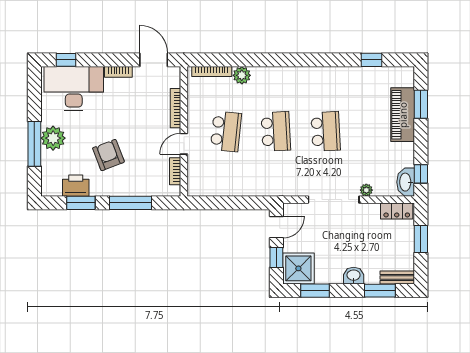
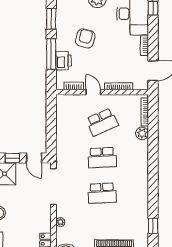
school desk: (226, 131) -> (102, 122), turned -30
armchair: (108, 155) -> (85, 38), turned -55
printer: (76, 186) -> (63, 61), moved
doorway: (334, 200) -> (54, 187), moved

